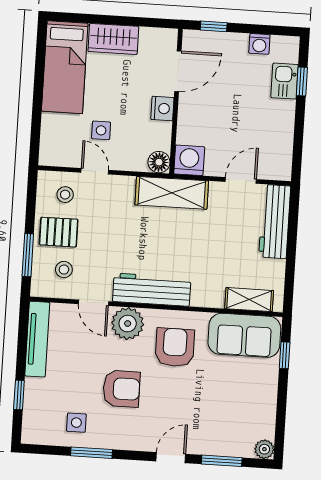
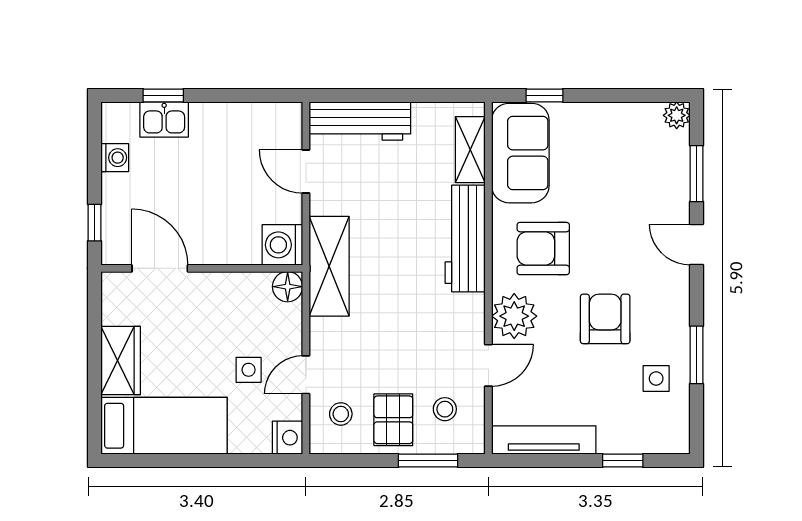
nightstand: (162, 108) -> (287, 438), moved, turned 90
workbench: (152, 290) -> (465, 238), moved

